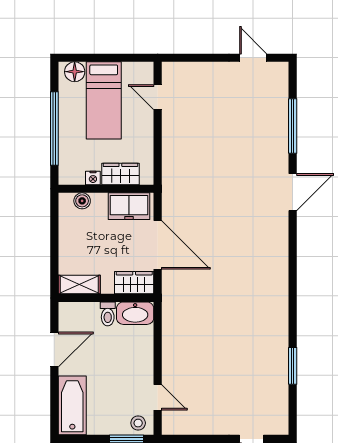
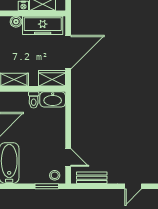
freezer: (129, 206) -> (43, 25), width x1.40
door: (158, 245) -> (68, 52), hinge flipped
bench: (192, 427) -> (92, 178), added

